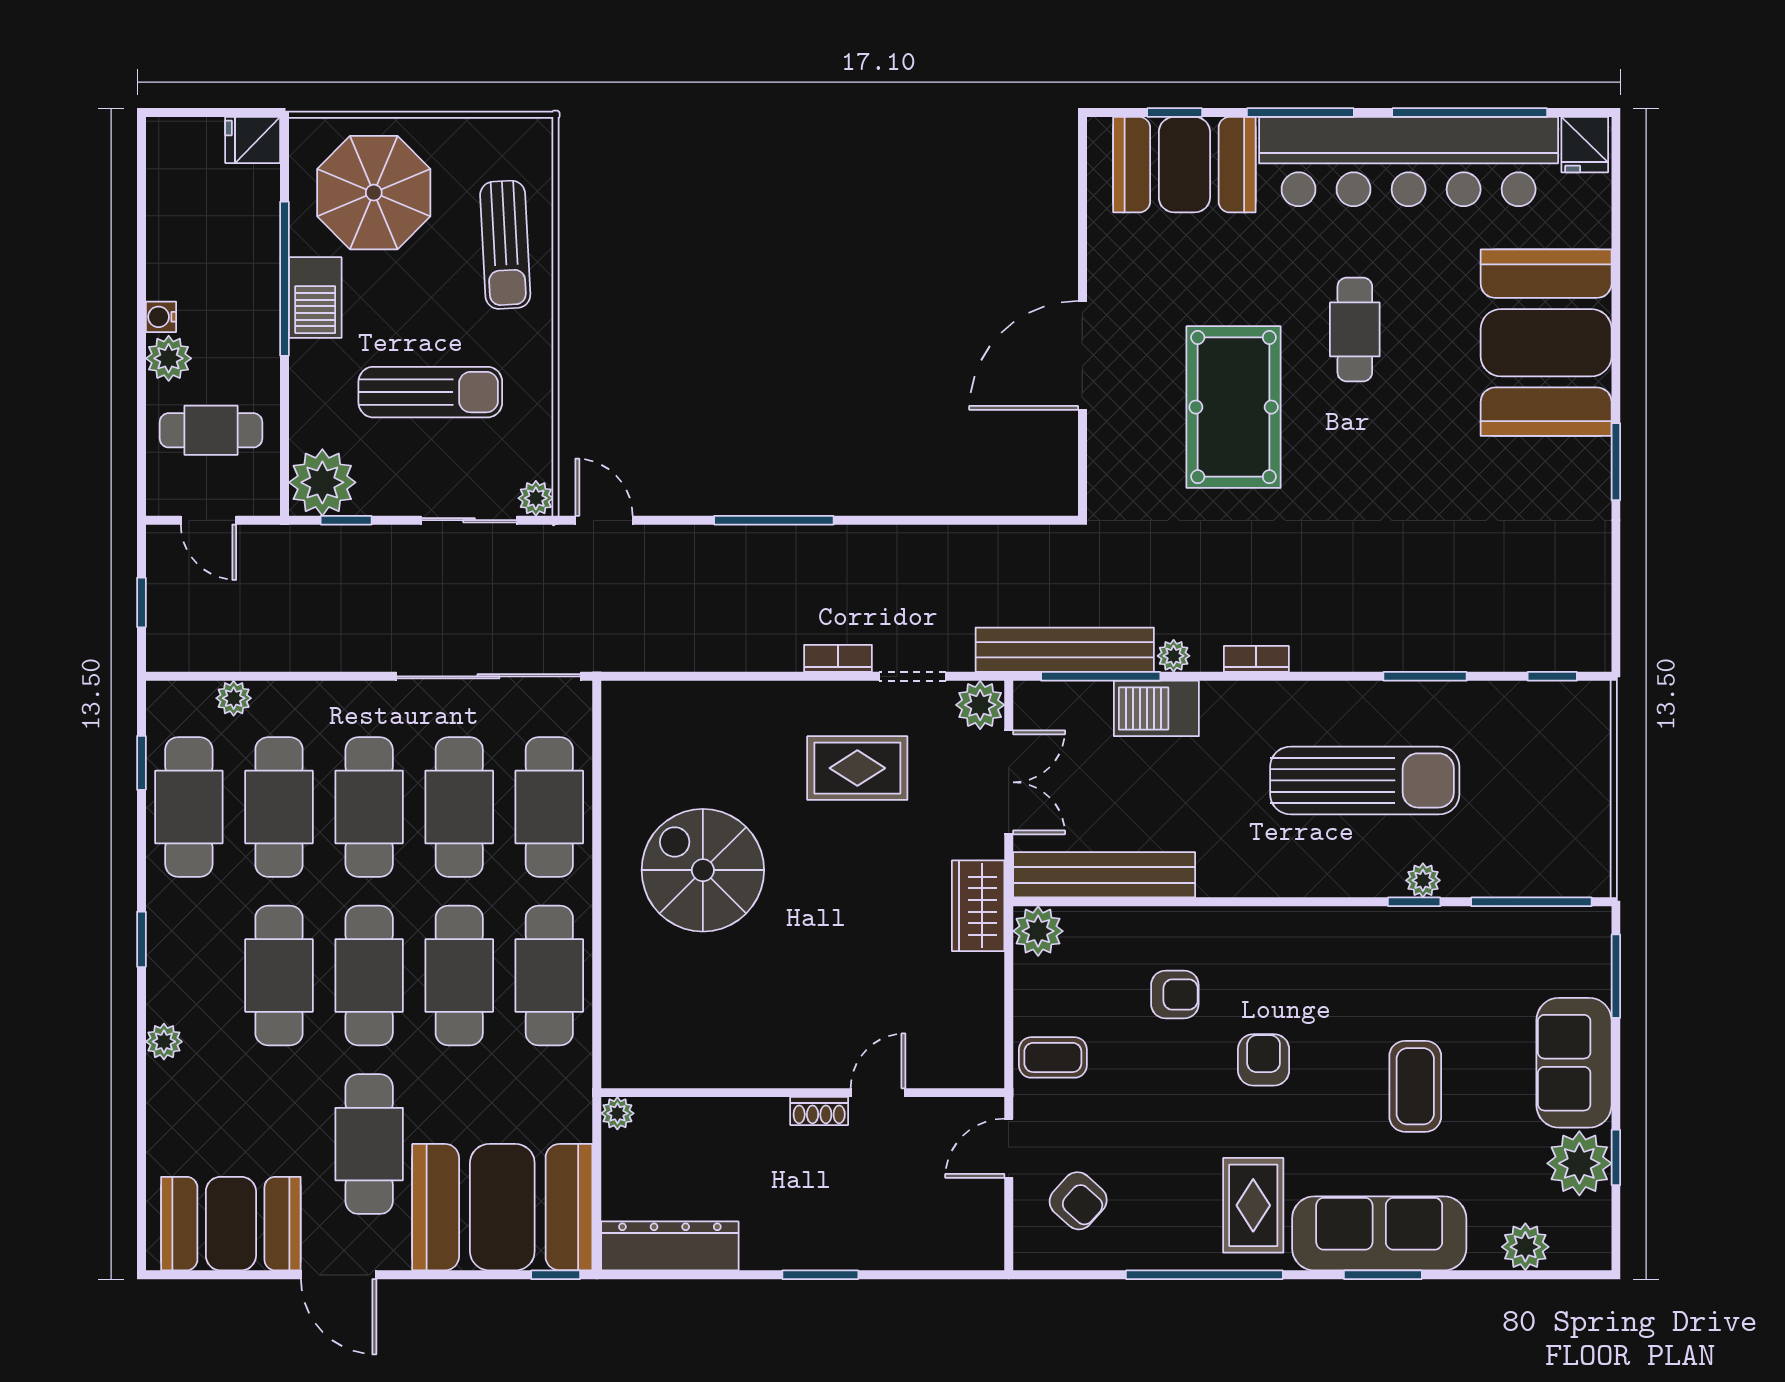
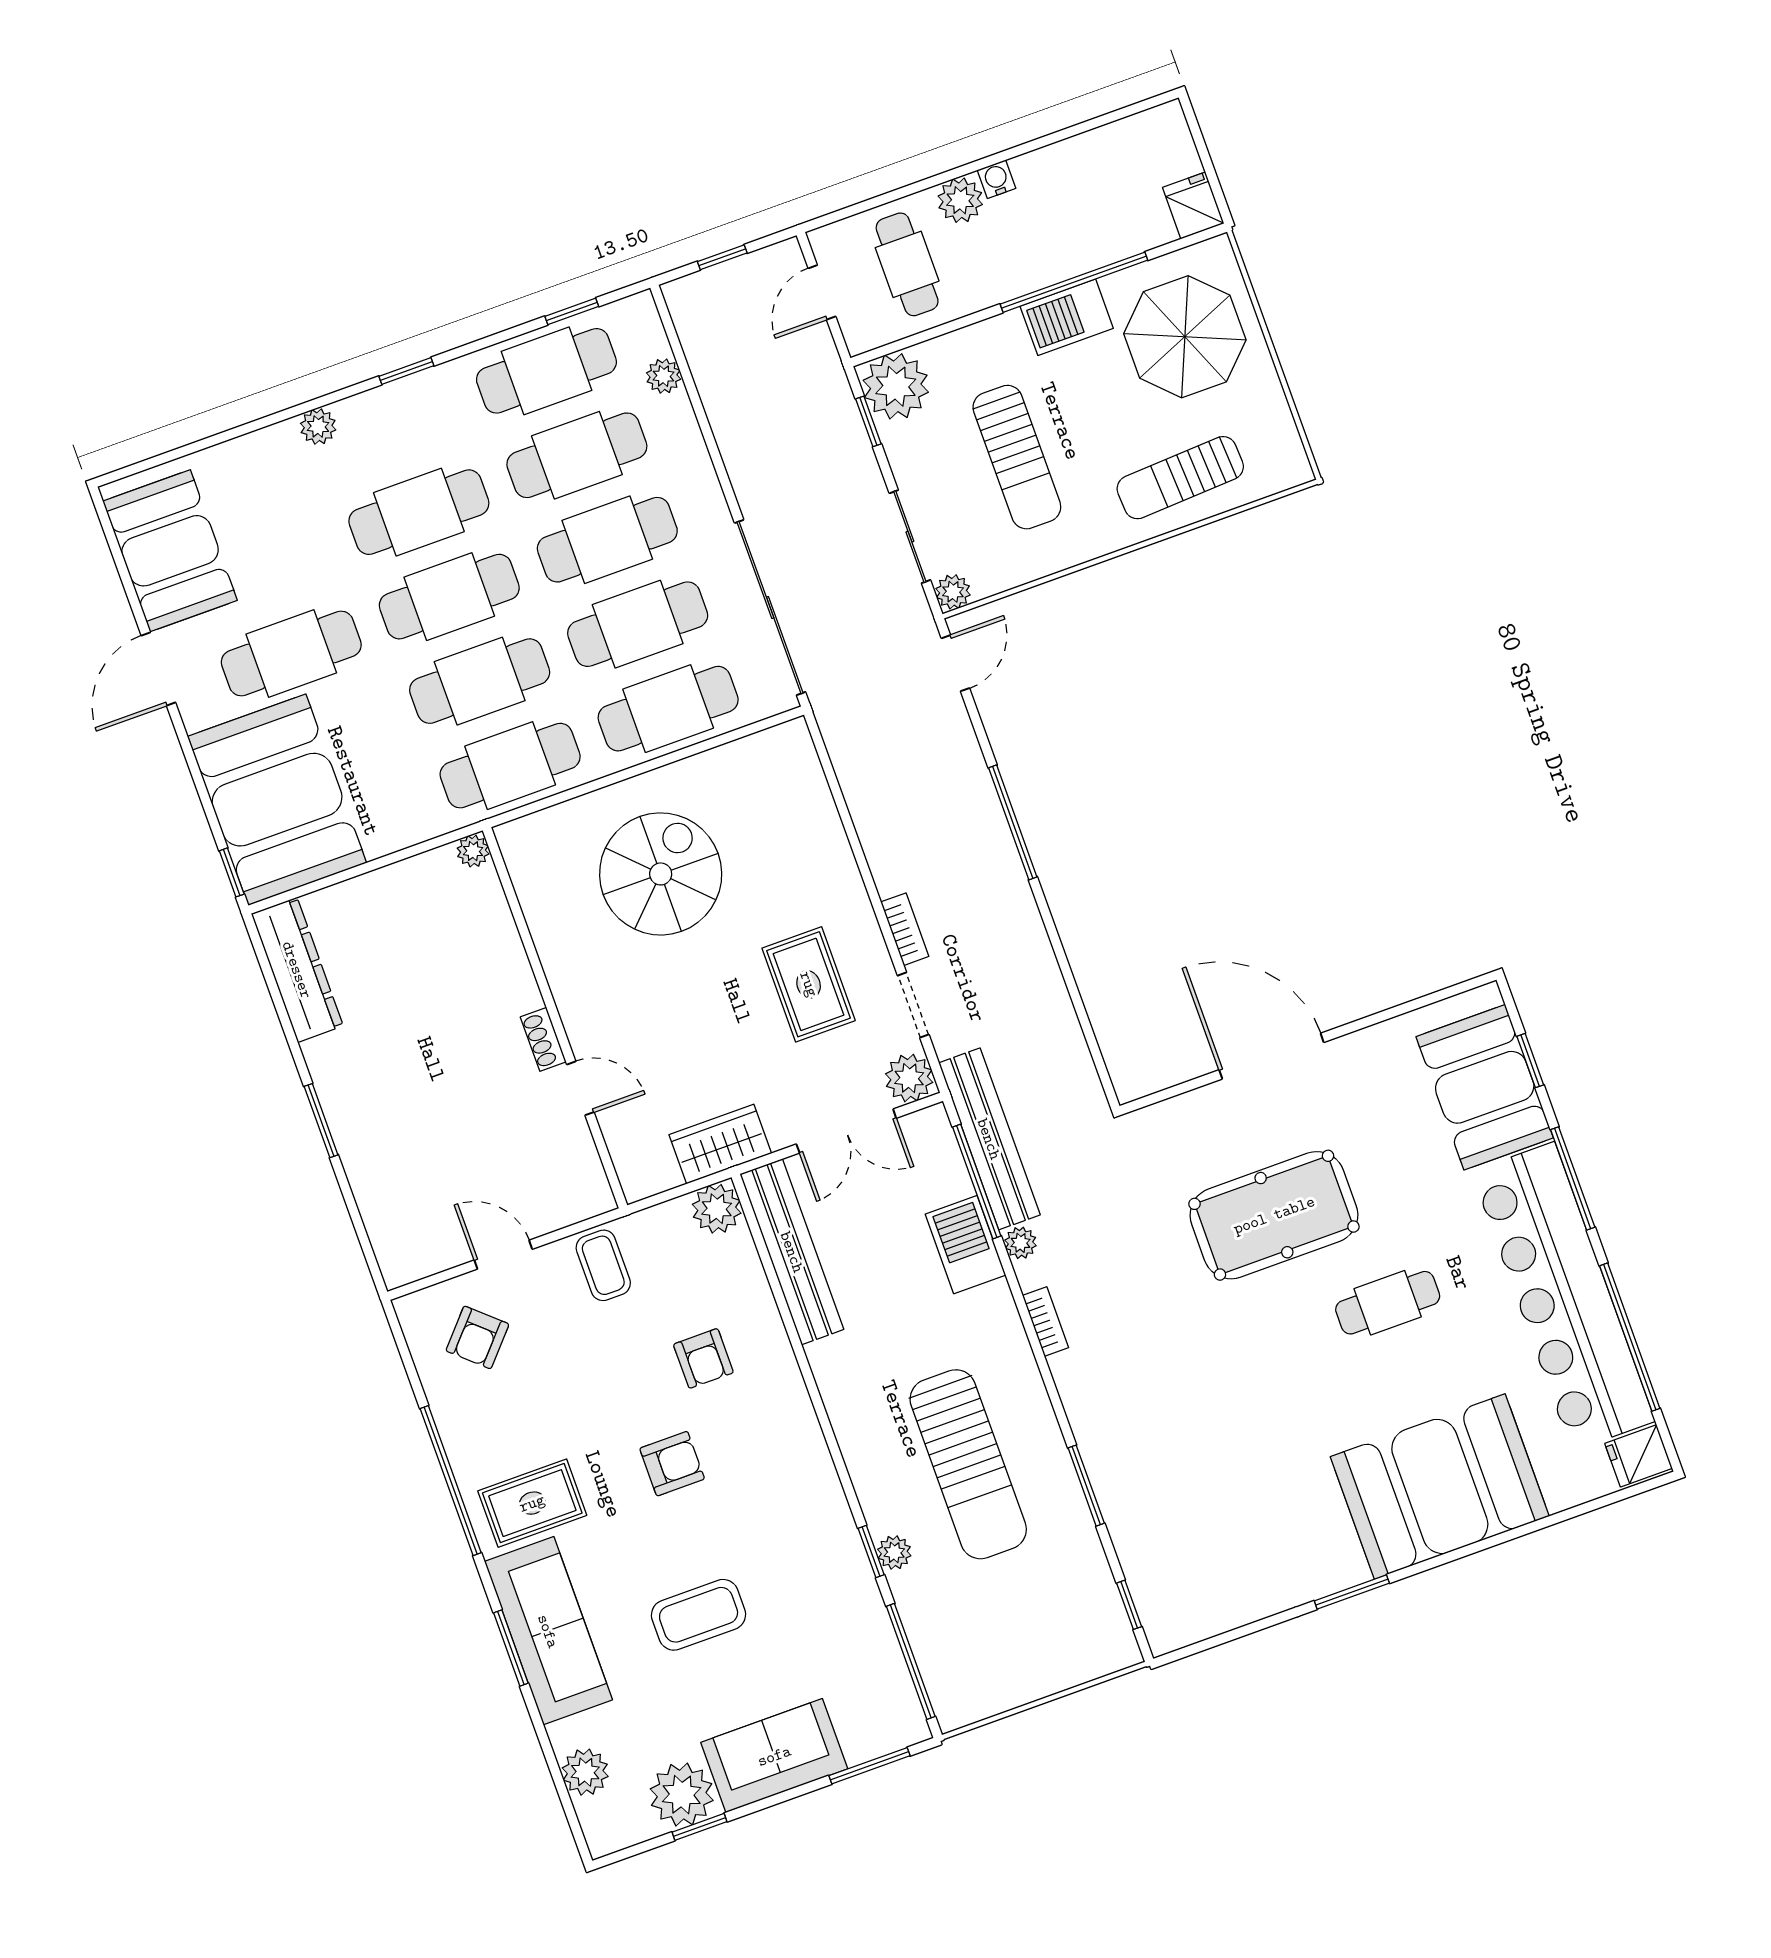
wall: (803, 1093) -> (555, 1018), moved
door: (878, 1093) -> (580, 1088), moved
shoe rack: (819, 1111) -> (543, 1039), moved
plant: (617, 1113) -> (473, 851), moved

